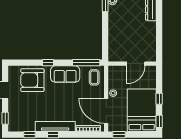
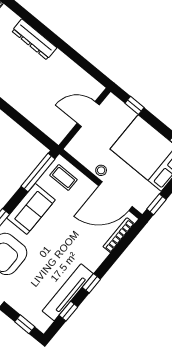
door: (136, 64) -> (88, 114), swing flipped
window: (159, 99) -> (134, 105), moved
tv unit: (55, 127) -> (68, 292), moved

